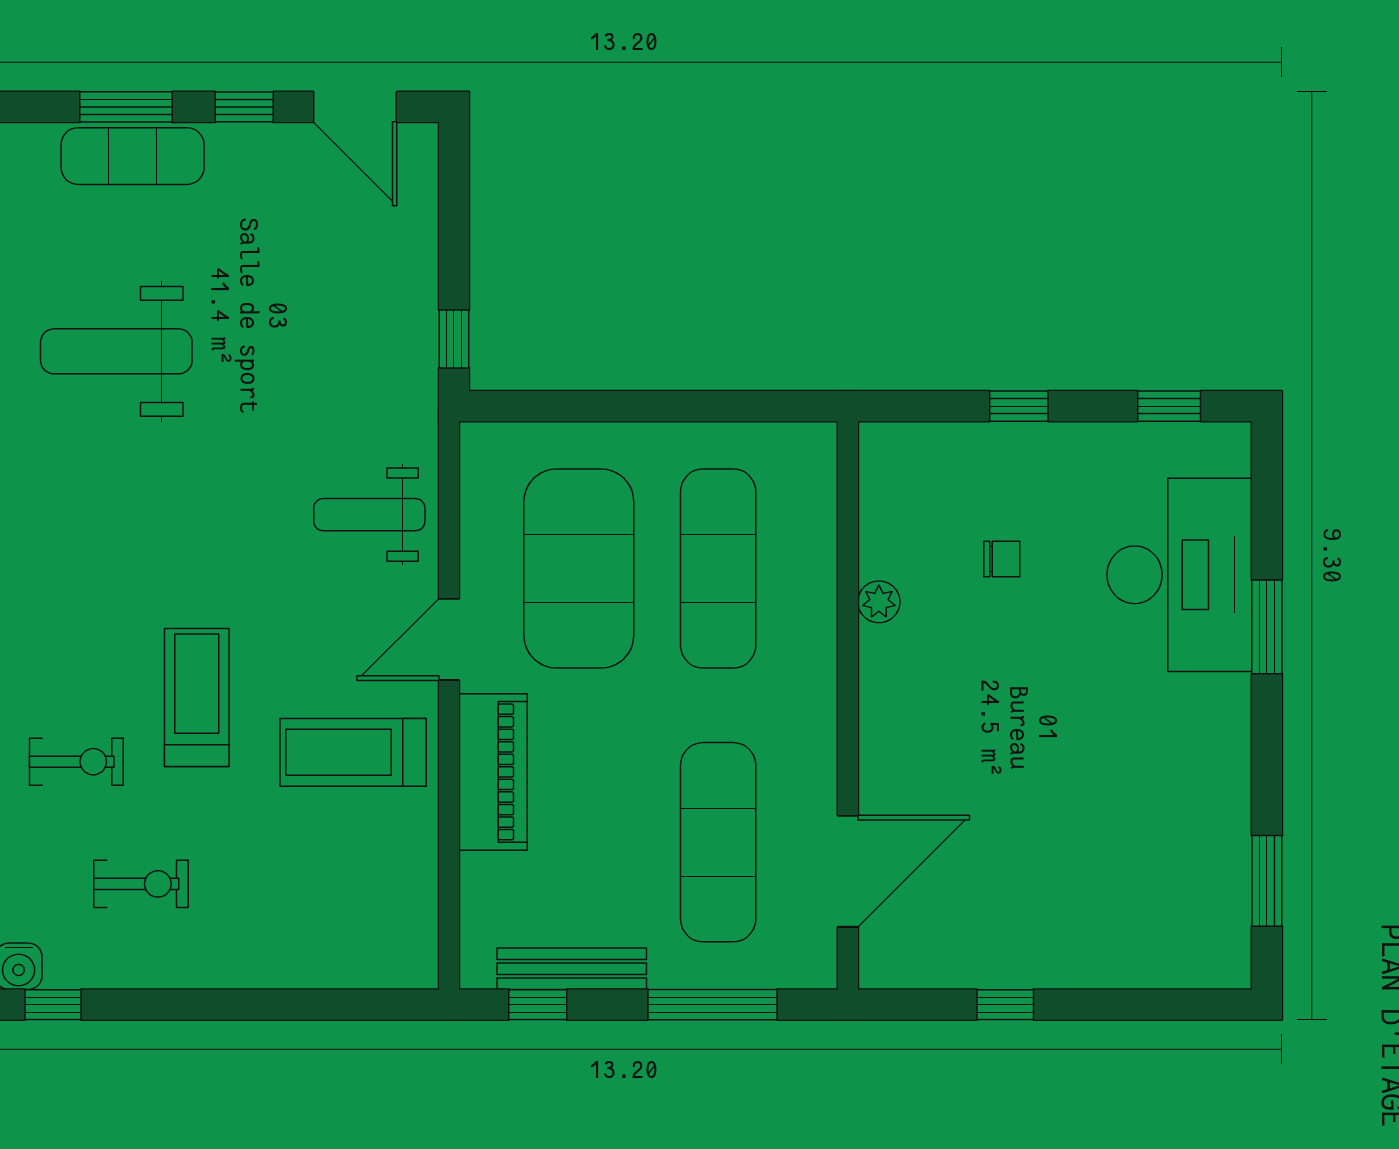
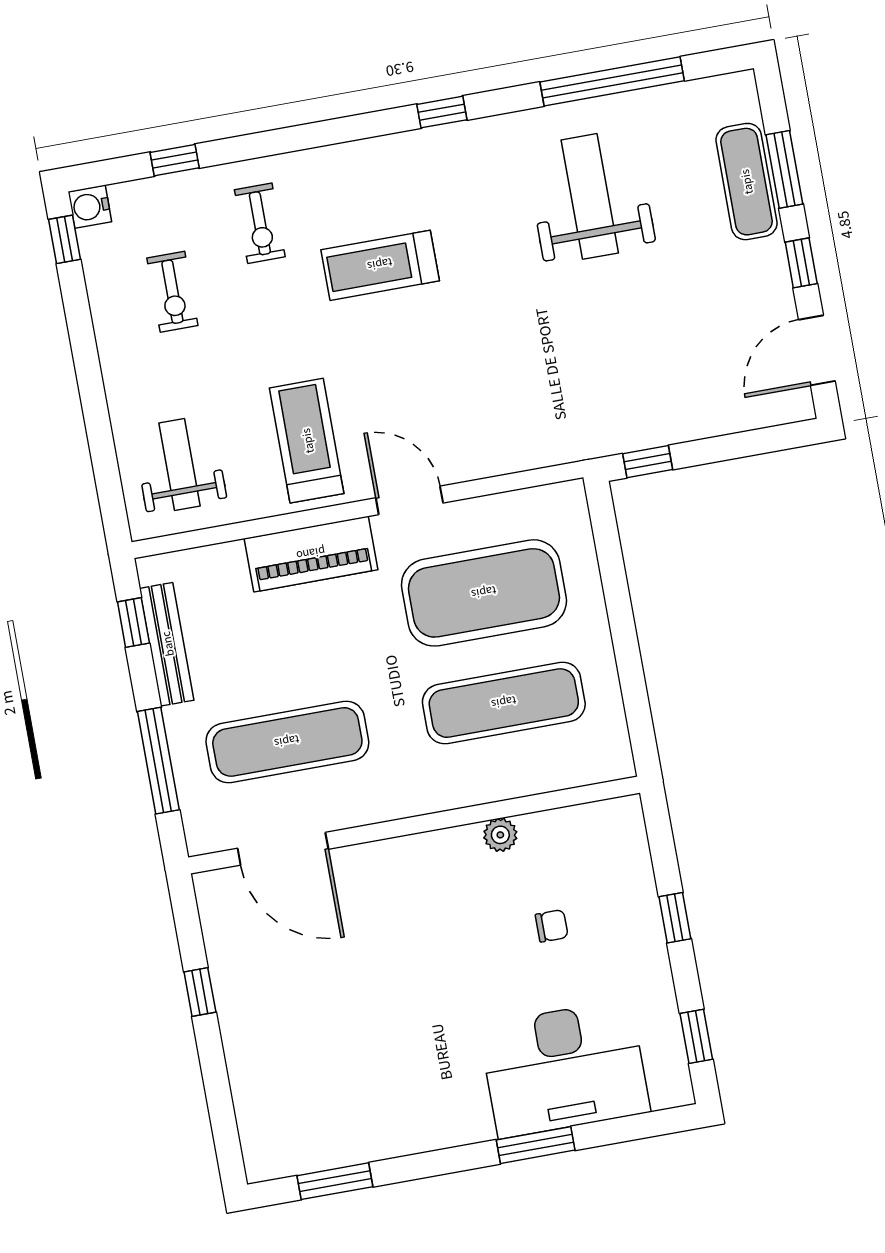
weight bench: (369, 515) -> (180, 464), moved
chair: (1002, 559) -> (552, 926), turned -90
treadmill: (197, 698) -> (380, 265), moved, turned 180

